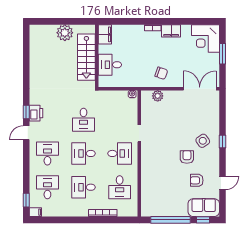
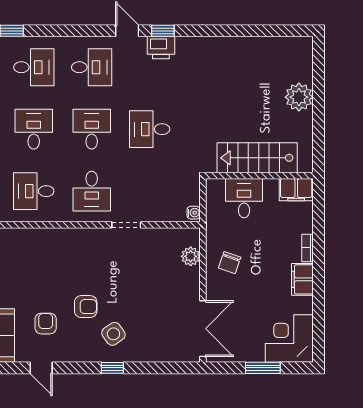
filing cabinet: (105, 34) -> (296, 190), moved
wall: (97, 56) -> (259, 176), moved
stairs: (86, 57) -> (257, 158), moved
desk: (110, 65) -> (244, 198), moved

